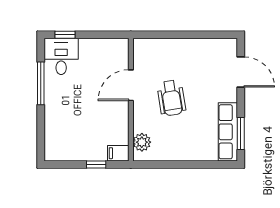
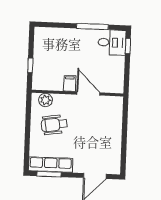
wheelchair: (171, 98) -> (54, 125), moved
filing cabinet: (118, 153) -> (70, 83), moved

